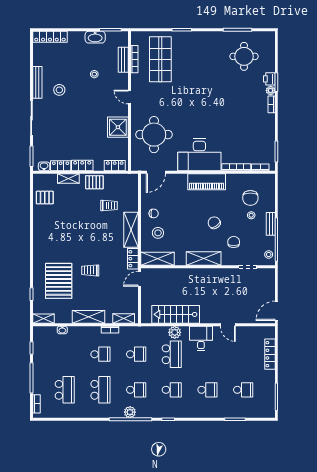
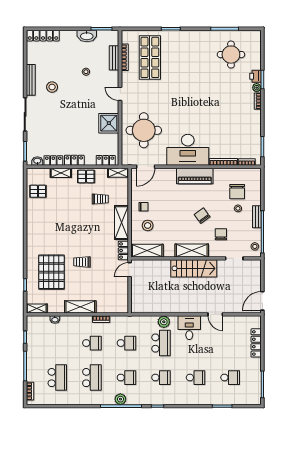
stairs: (176, 314) -> (194, 268), moved, turned 180
shelving: (124, 319) -> (118, 173), moved

